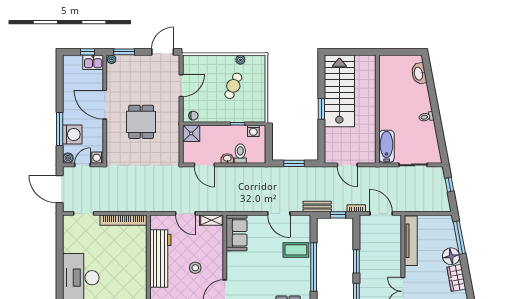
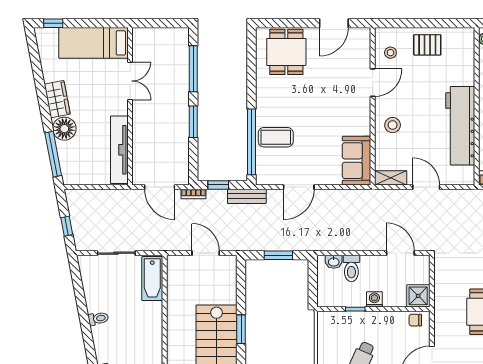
washing machine: (253, 131) -> (374, 299), moved
washbasin: (227, 159) -> (334, 262), moved
door: (279, 213) -> (299, 187), swing flipped
window: (314, 267) -> (252, 142), moved
stool: (195, 268) -> (393, 125), moved

